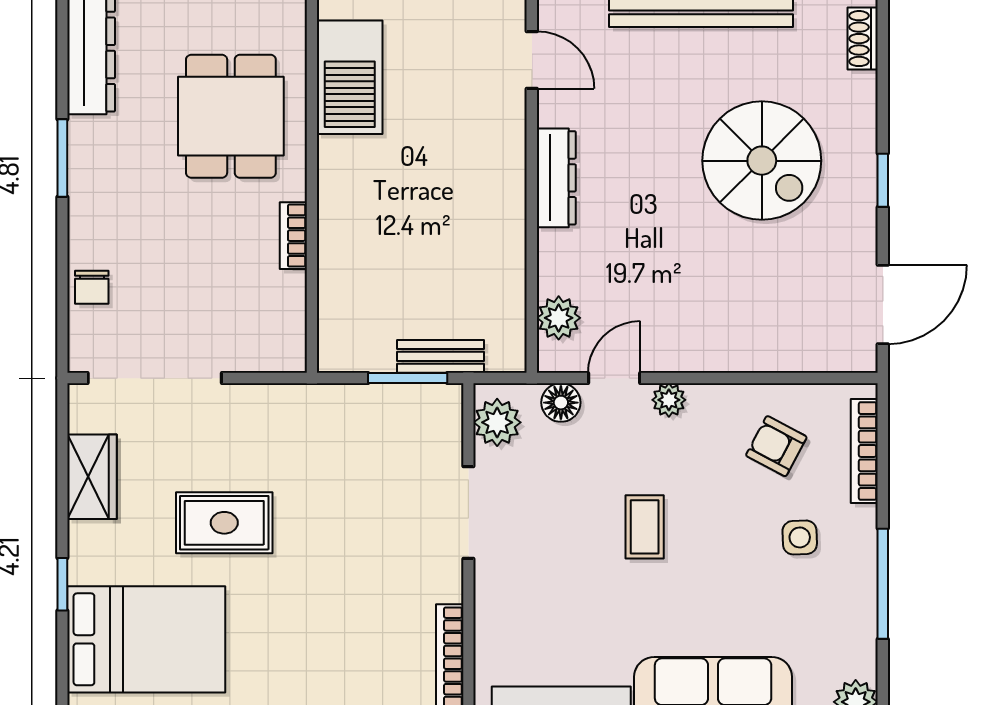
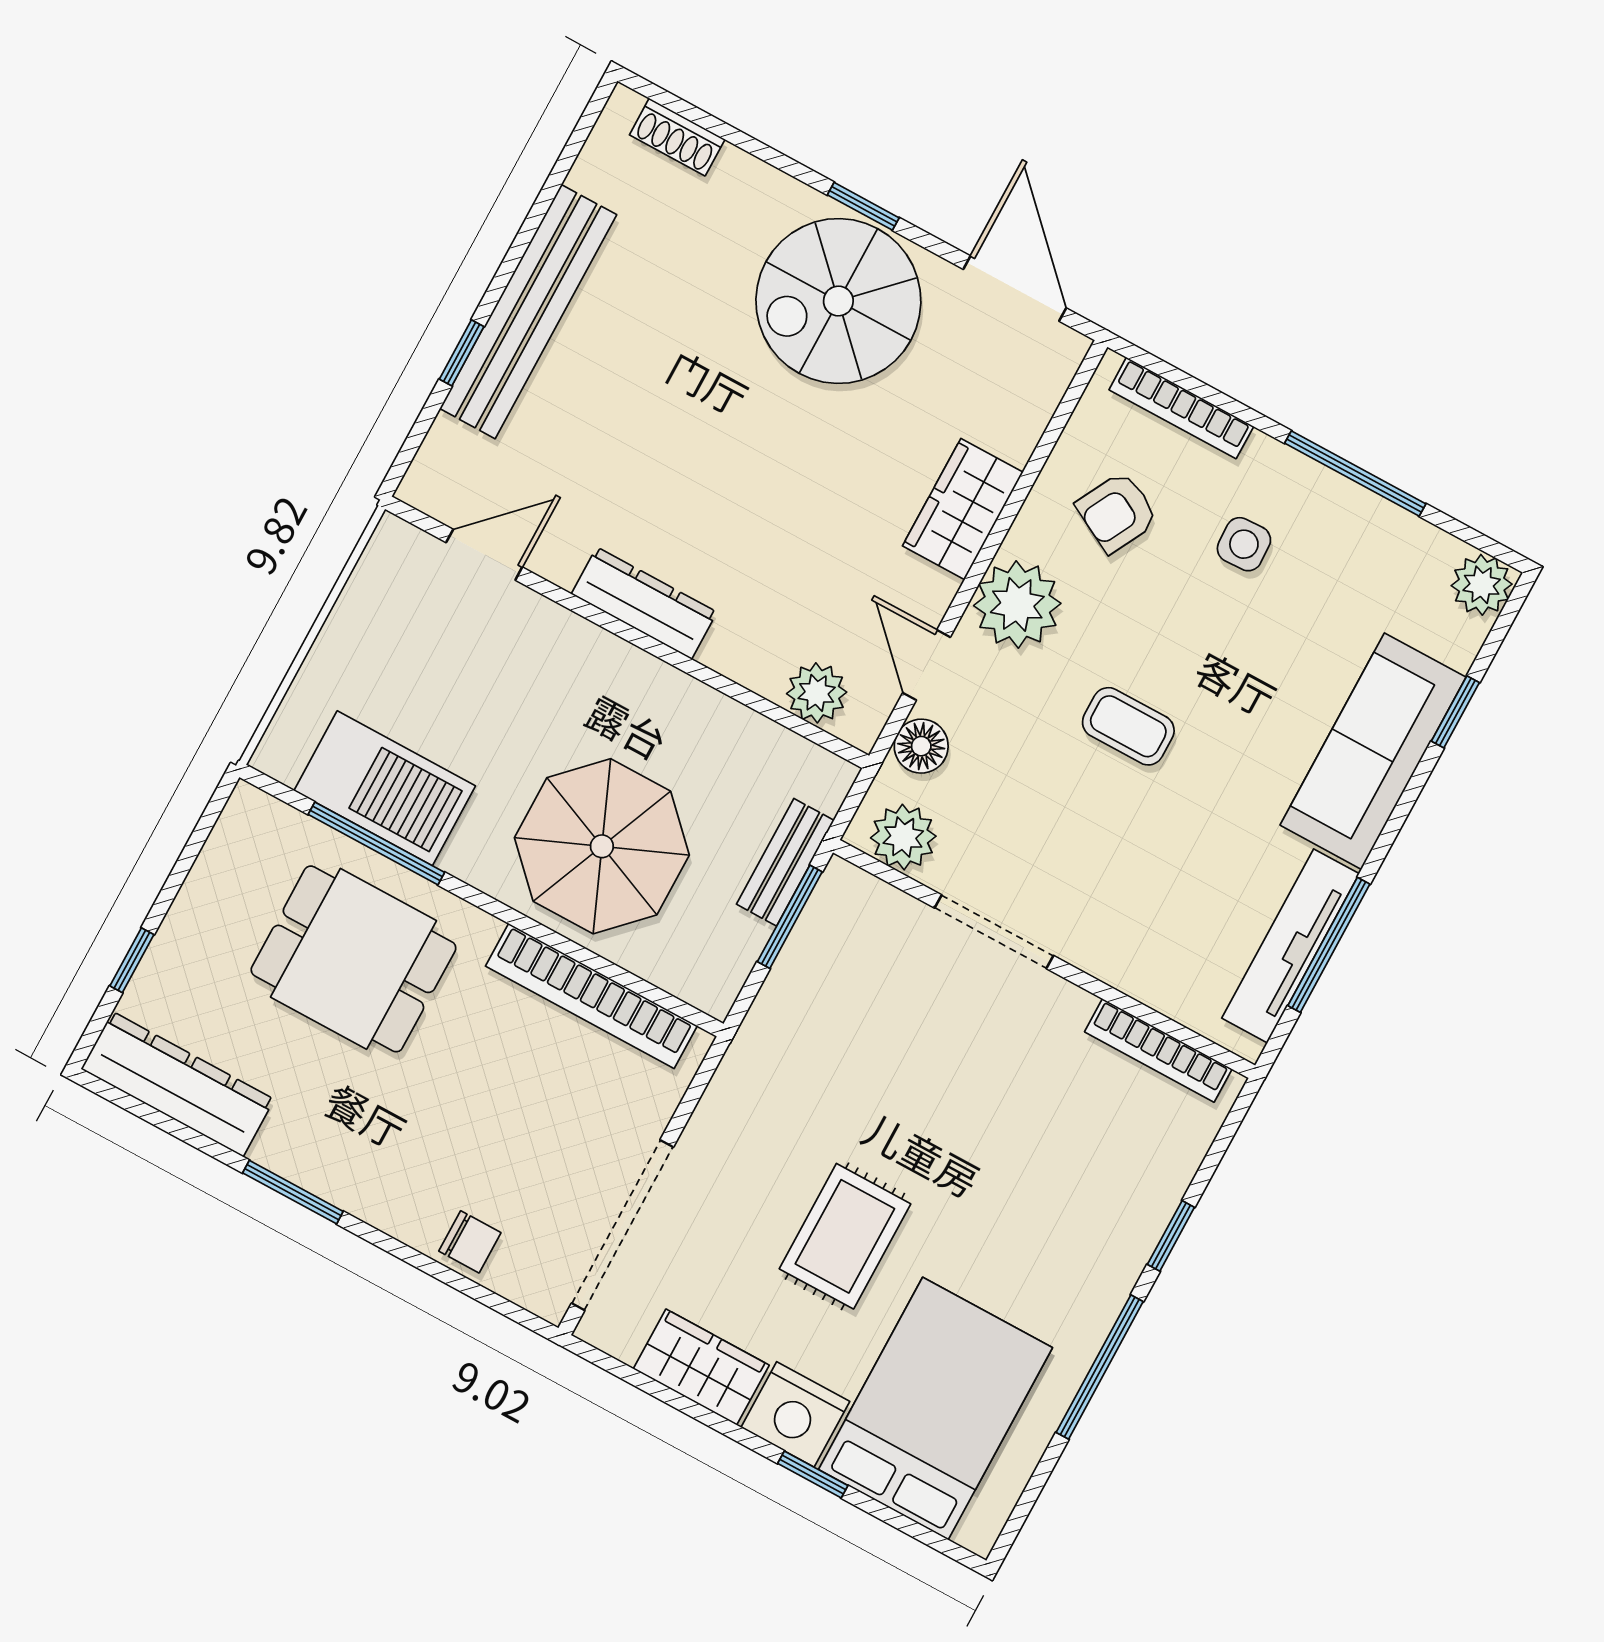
window: (312, 91) -> (376, 843), added
spiral stairs: (762, 161) -> (838, 301), moved, turned 180
parasol: (388, 235) -> (602, 846), added
bookcase: (293, 236) -> (591, 996), width x2.31, depth x1.31
wardrobe: (725, 347) -> (963, 509), added
plant: (669, 400) -> (1017, 604), width x1.88, depth x1.88
nightstand: (94, 553) -> (795, 1414), added

